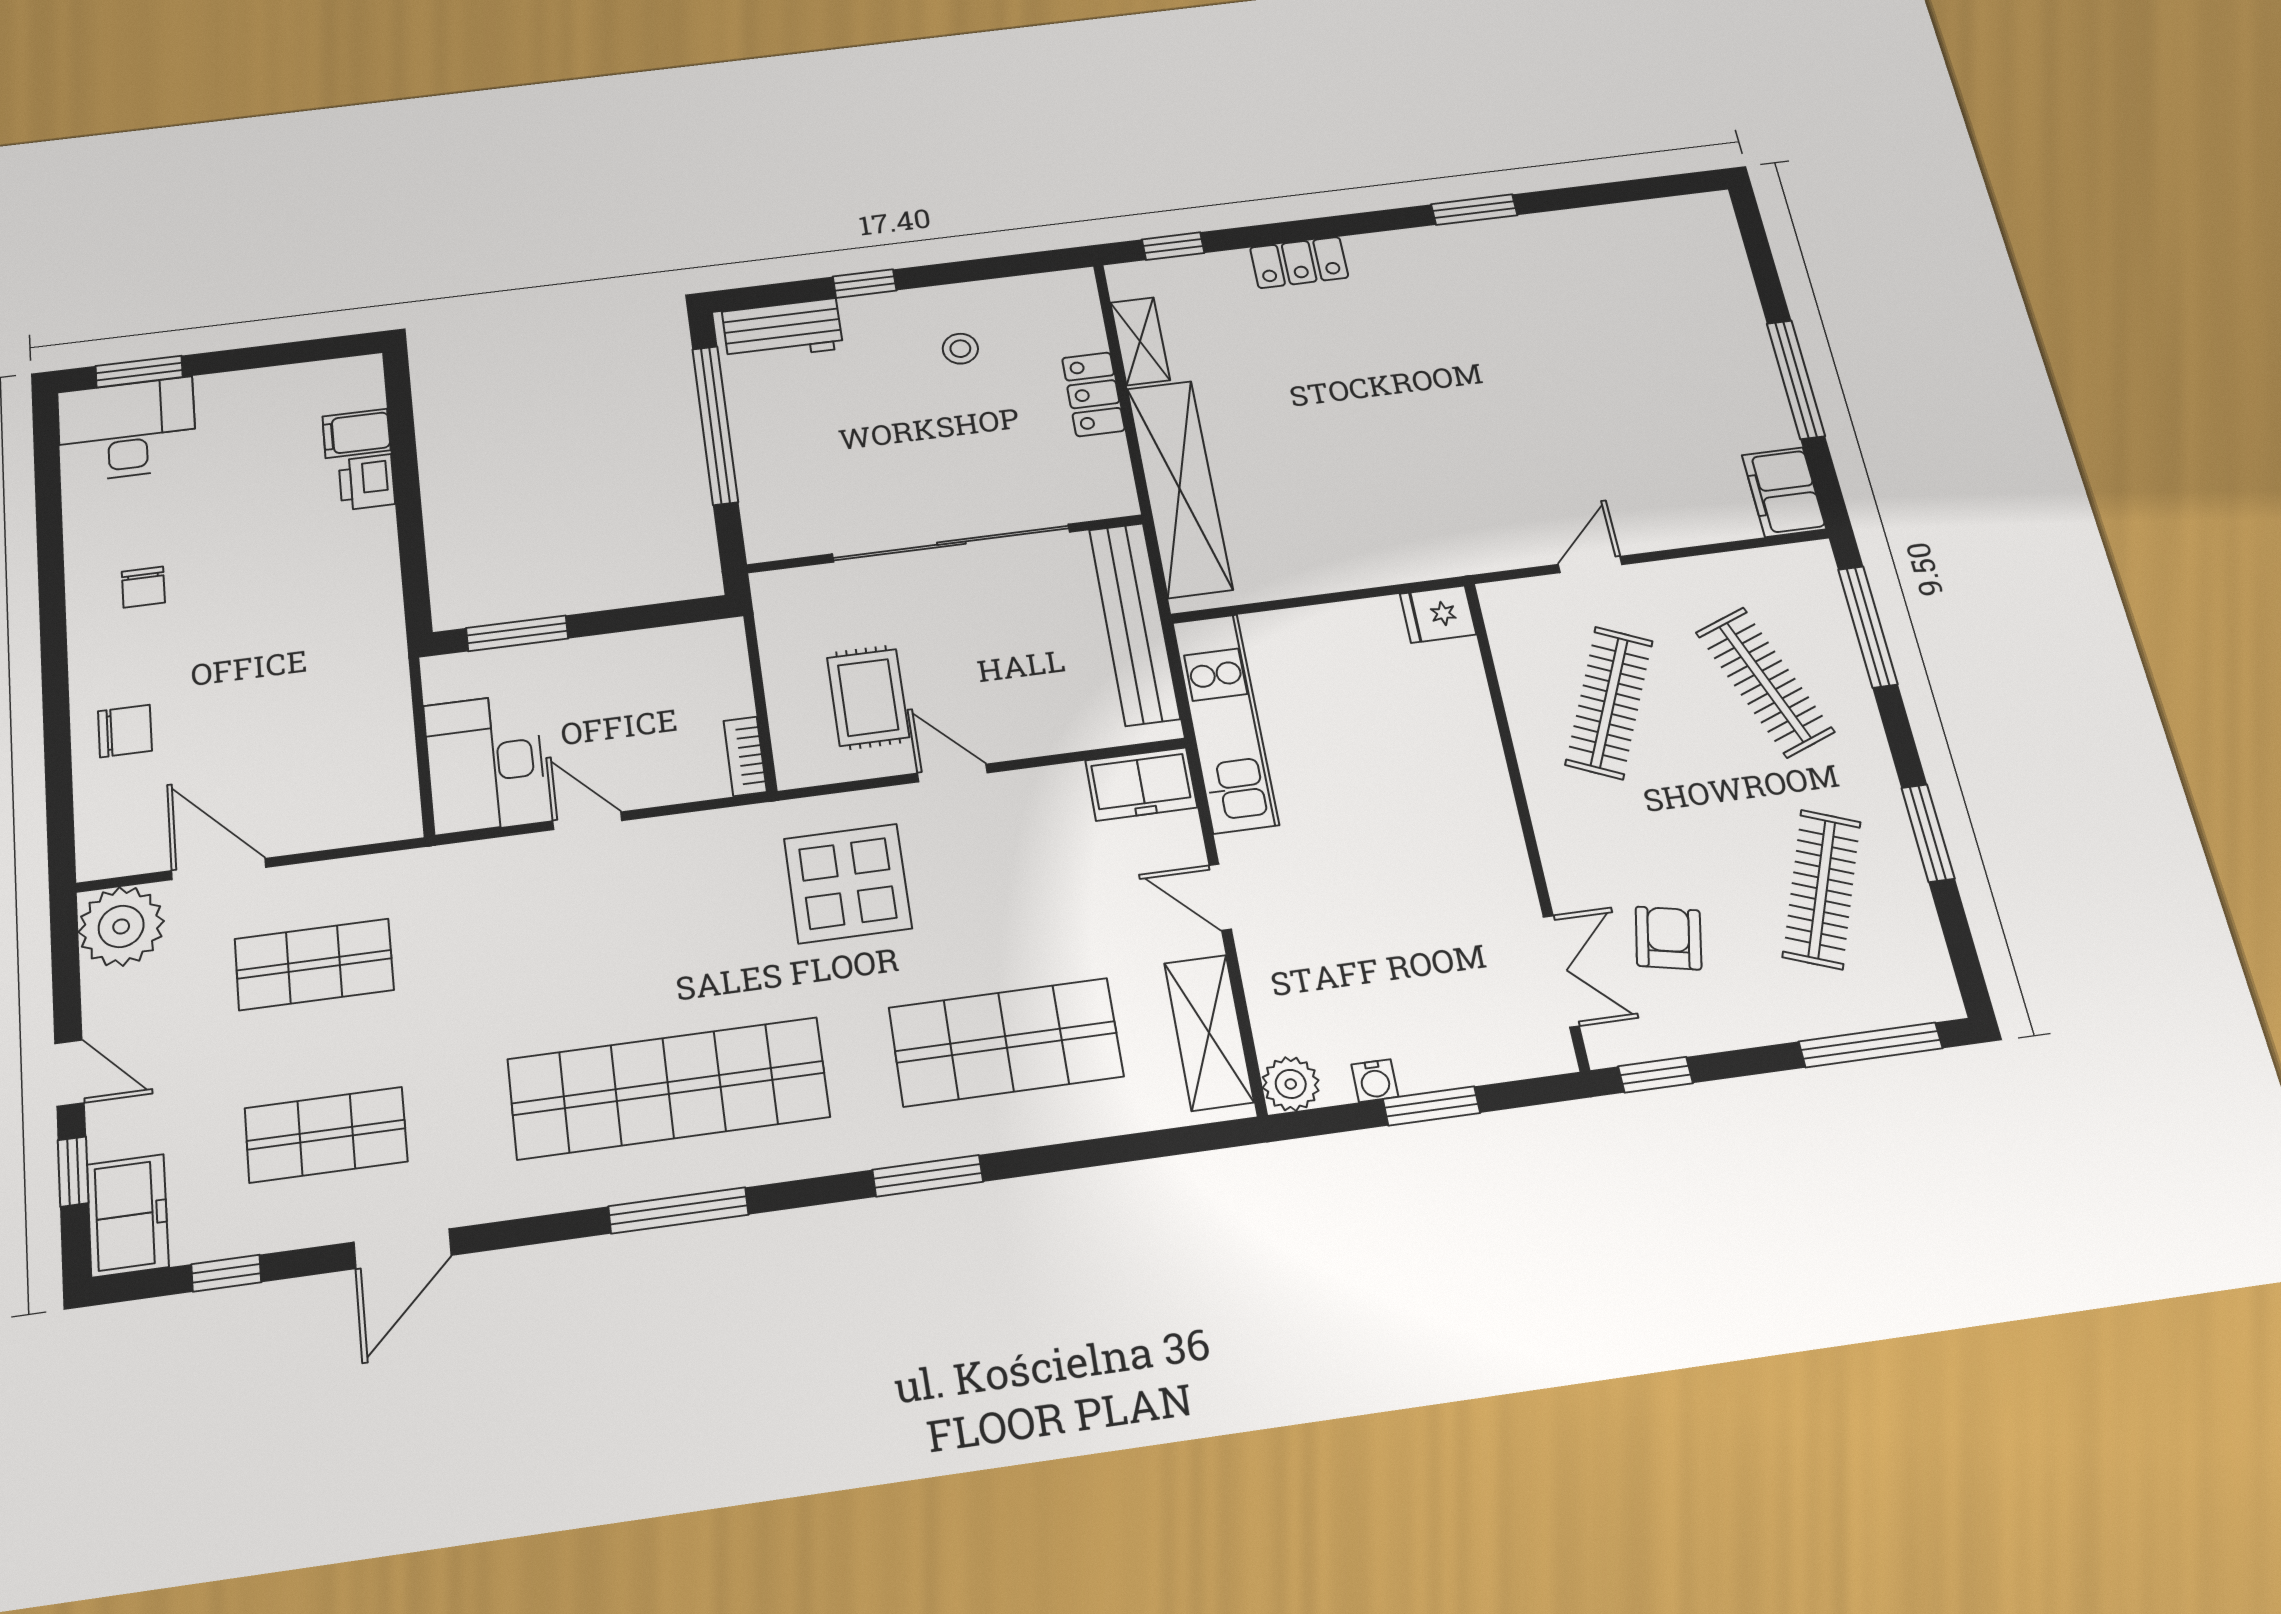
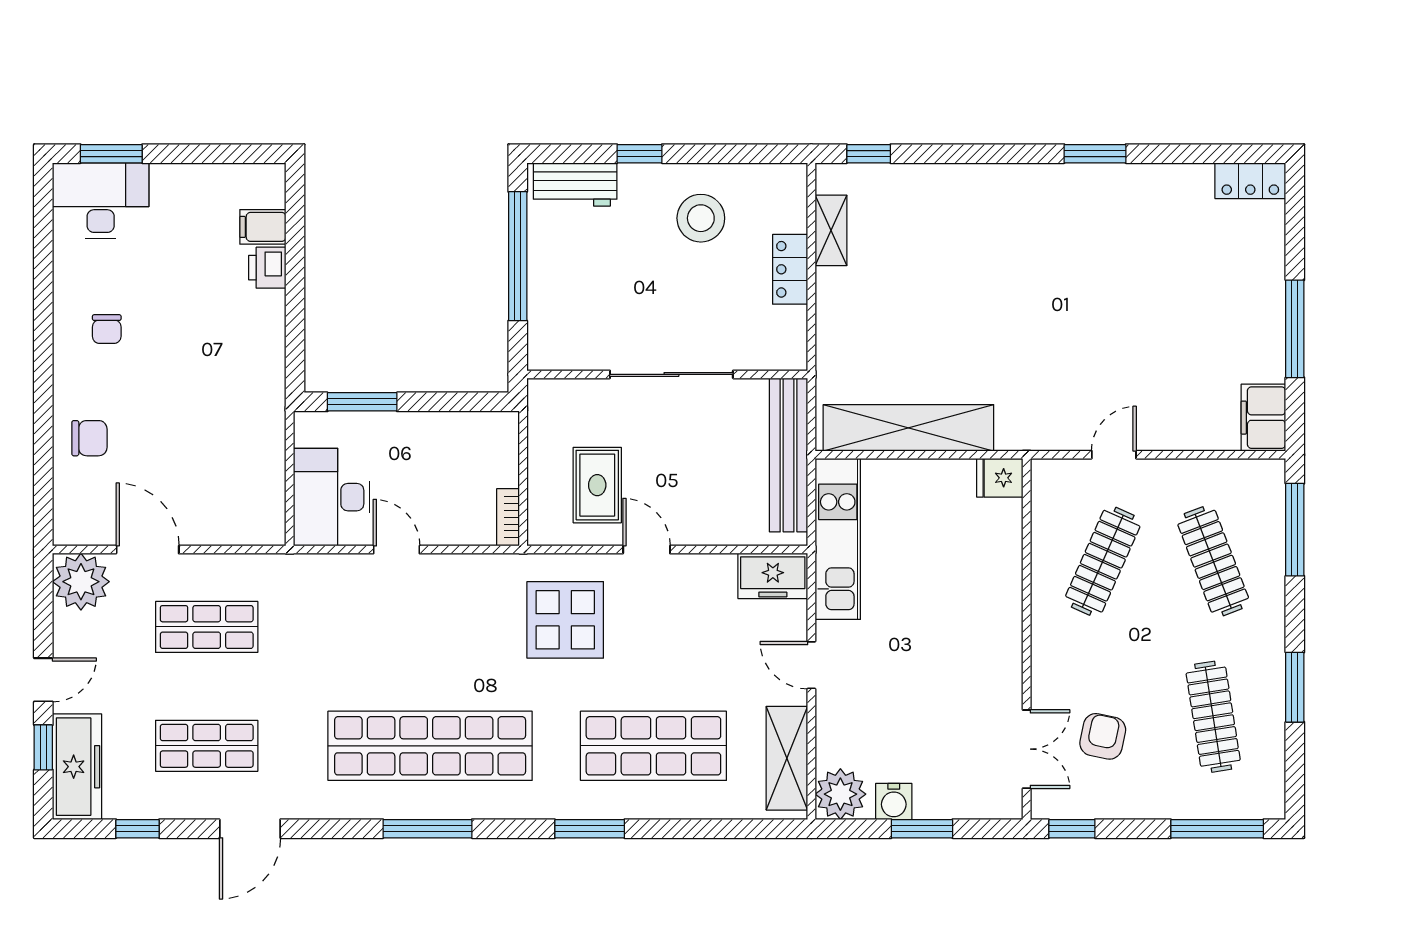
locker: (1299, 263) -> (1250, 181), moved
stool: (960, 349) -> (701, 218), width x1.89, depth x1.89
shelving: (1179, 488) -> (908, 428), moved, turned 90
sliding door: (951, 543) -> (671, 374), width x0.73
clothes rail: (1822, 889) -> (1213, 717), turned -30
door: (69, 1073) -> (43, 680), hinge flipped
water cooler: (1375, 1081) -> (894, 801), width x1.38, depth x1.38
plant: (1291, 1084) -> (840, 794), width x1.36, depth x1.36
freezer: (128, 1216) -> (77, 767), width x1.40

